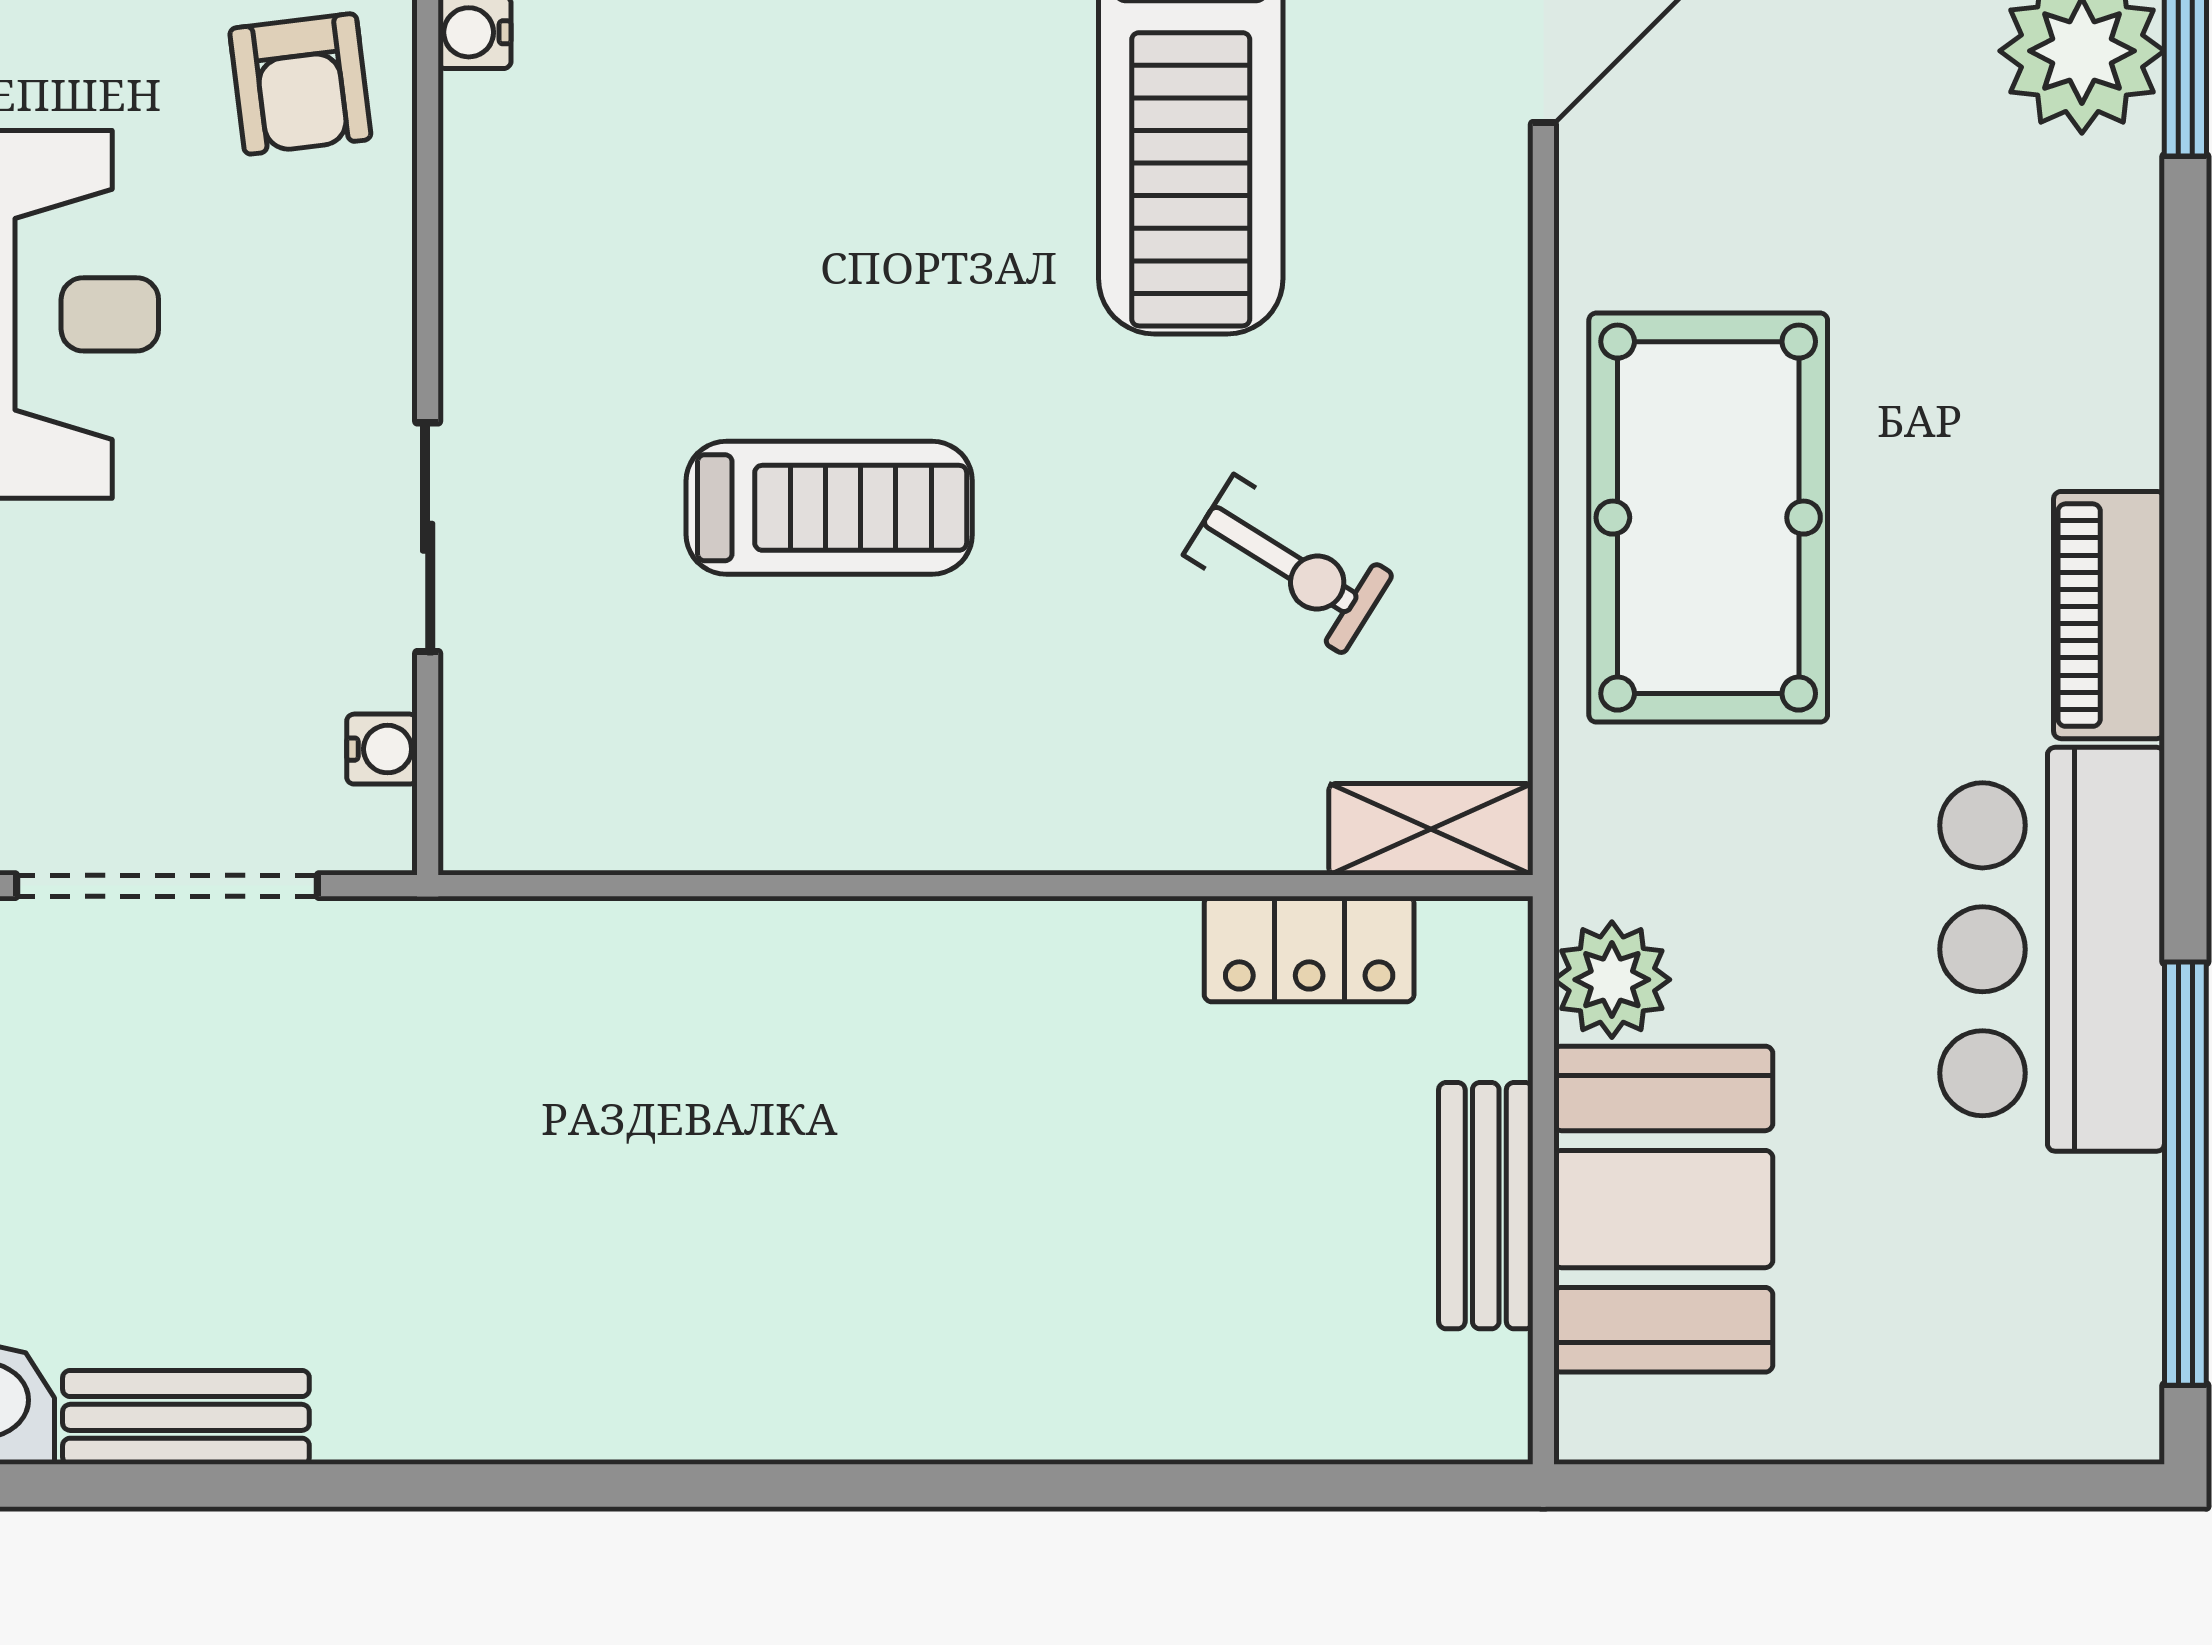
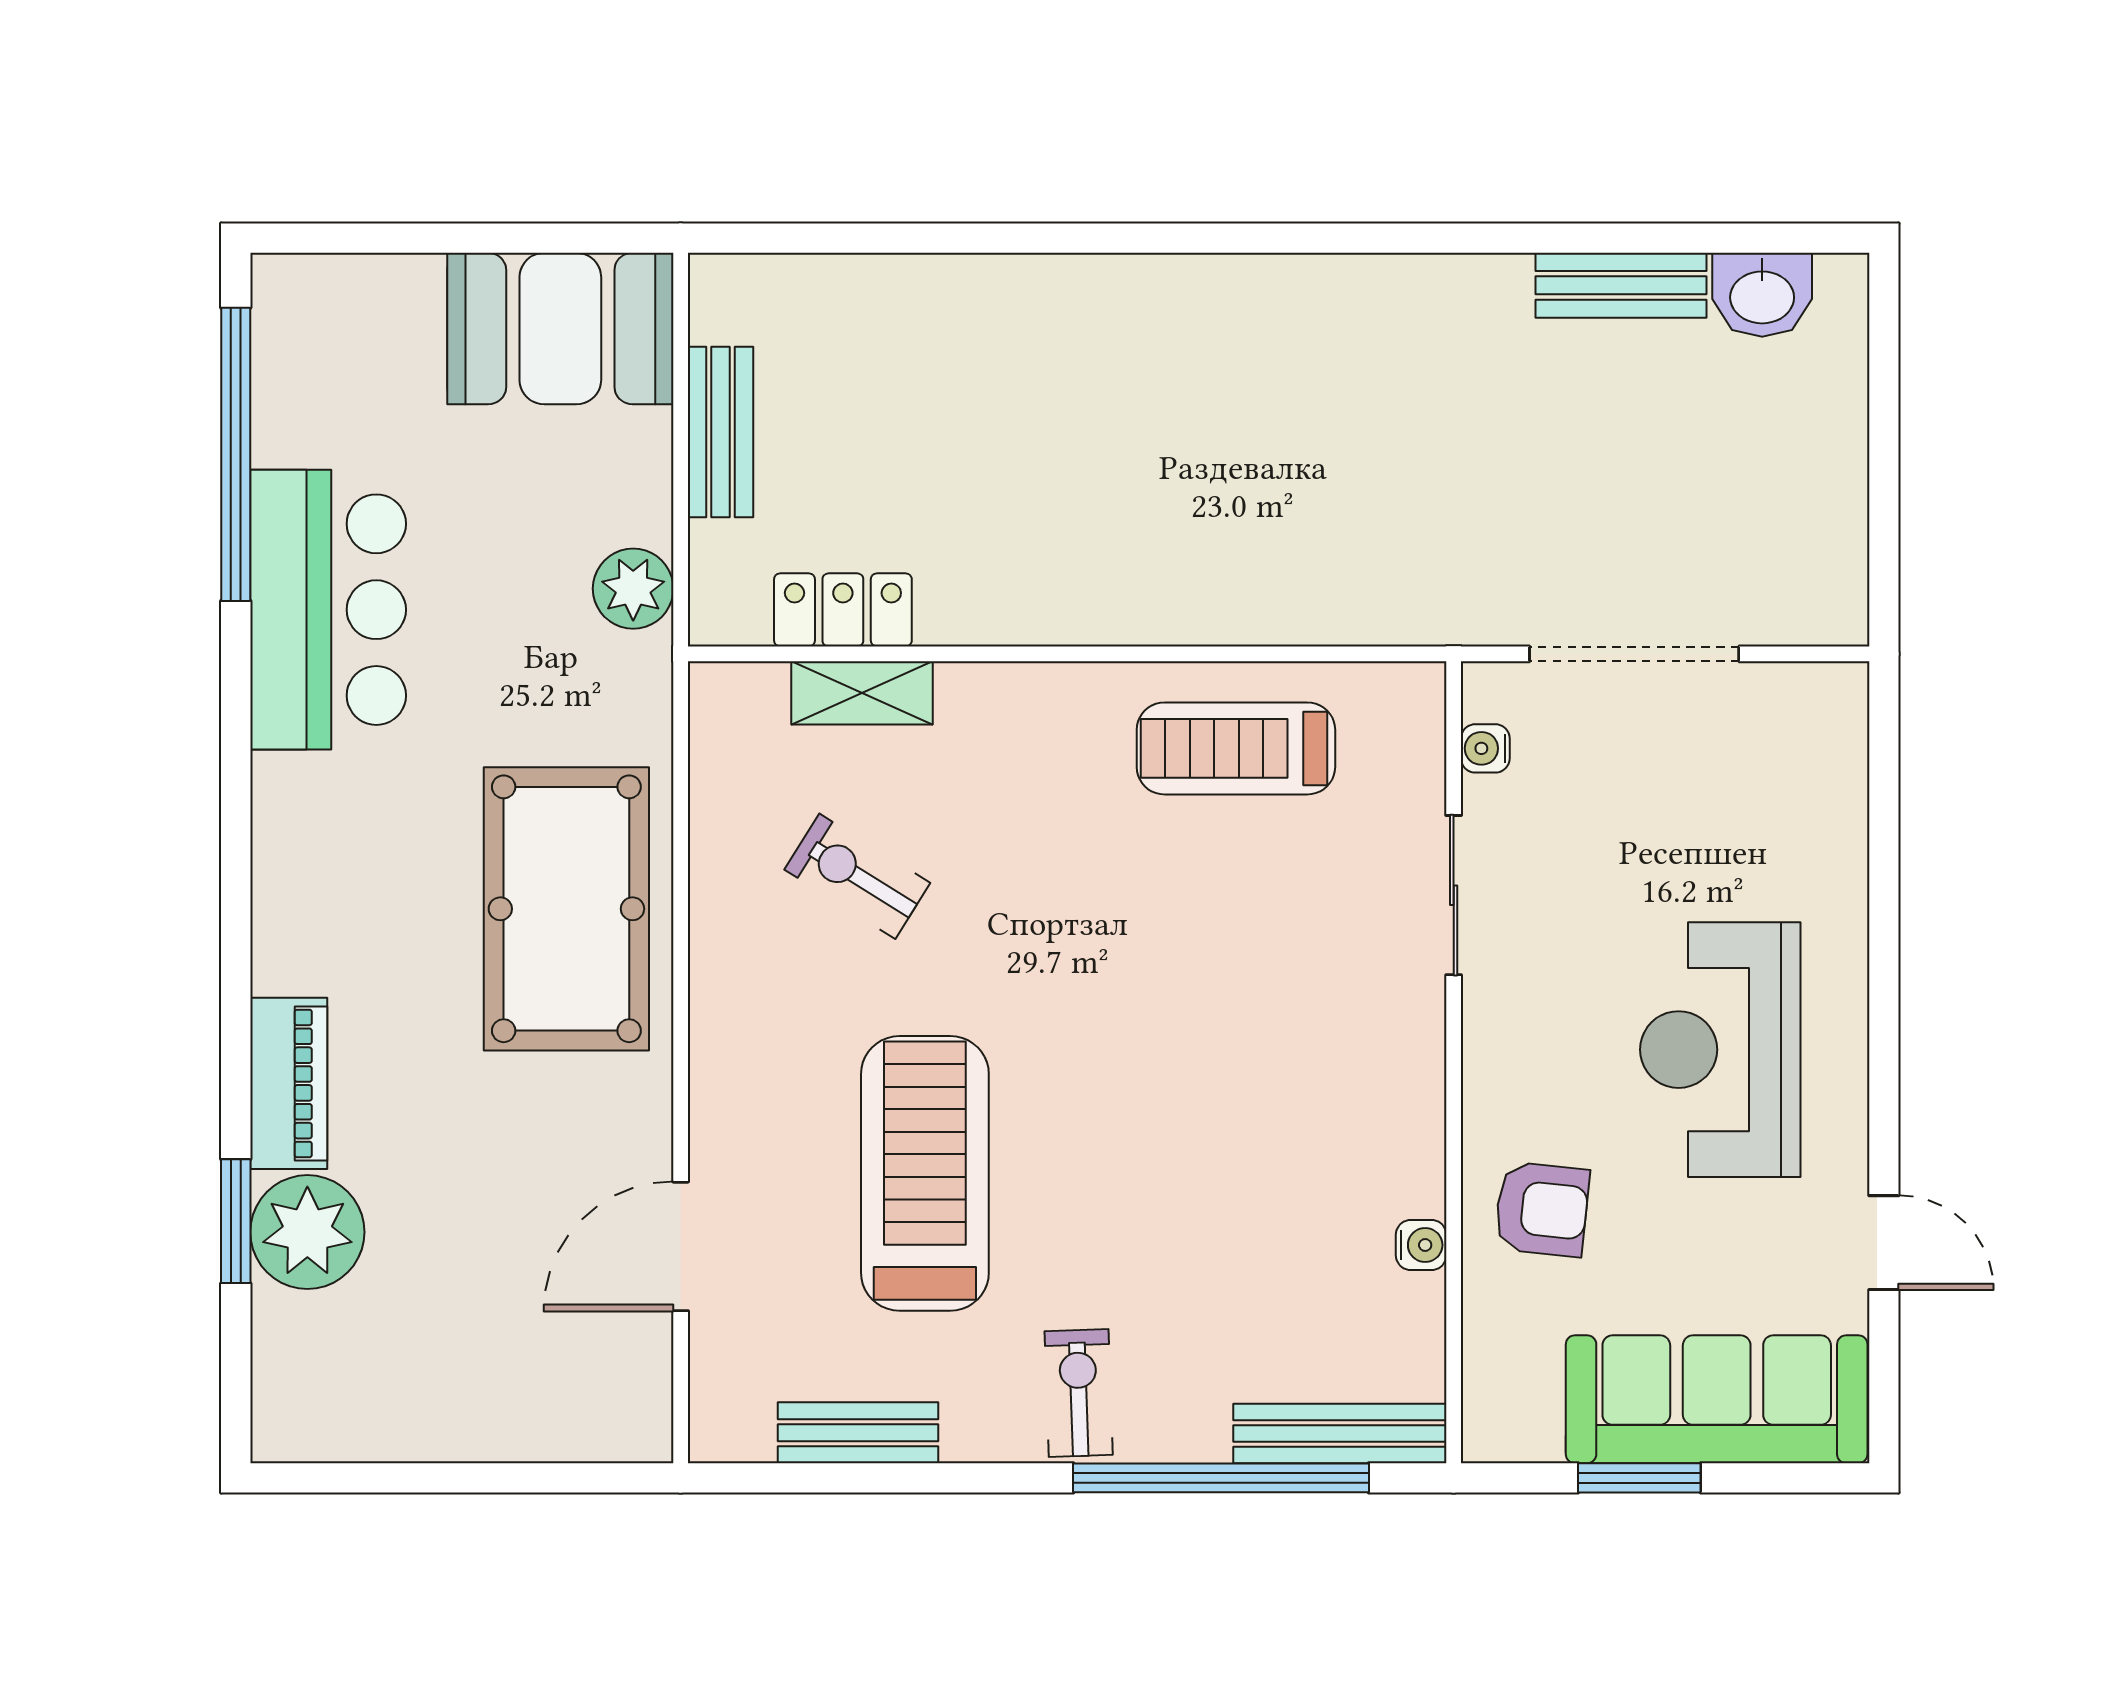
armchair: (300, 84) -> (1542, 1209), turned 103
treadmill: (829, 508) -> (1236, 748), moved
piano: (2109, 615) -> (289, 1083), moved
shelving: (1431, 829) -> (862, 693), moved
booth: (1663, 1209) -> (560, 329), moved, turned 90

